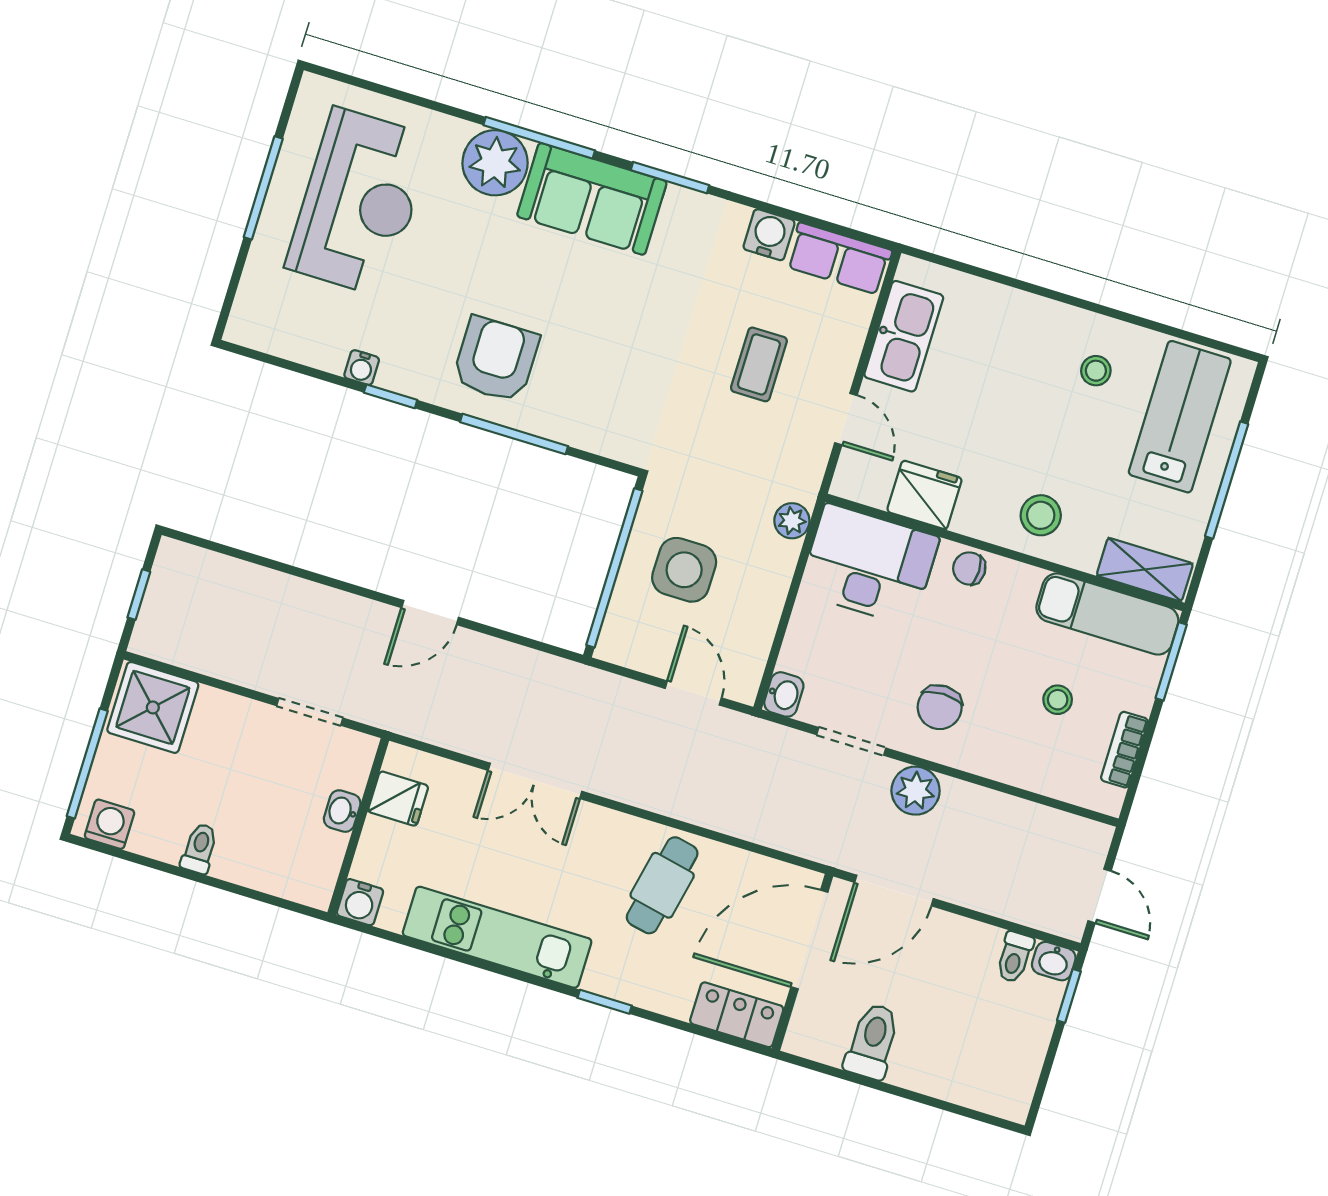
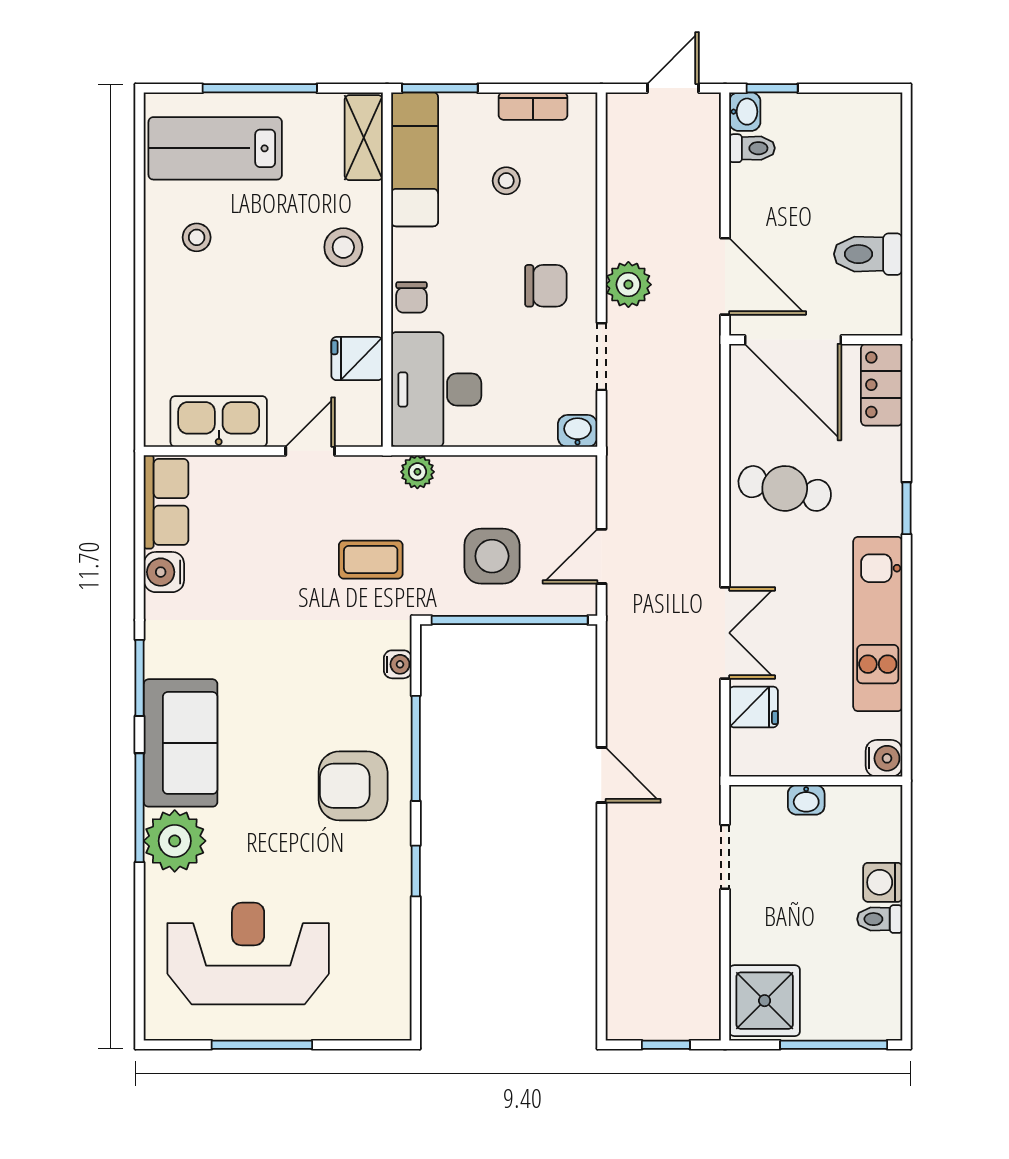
coffee table: (759, 364) -> (371, 560), moved
water cooler: (362, 368) -> (398, 664), moved
fridge: (924, 495) -> (357, 359), width x0.72
door: (693, 693) -> (601, 556), moved
fridge: (398, 799) -> (754, 707), moved, turned 90
washing machine: (110, 824) -> (883, 882), moved

